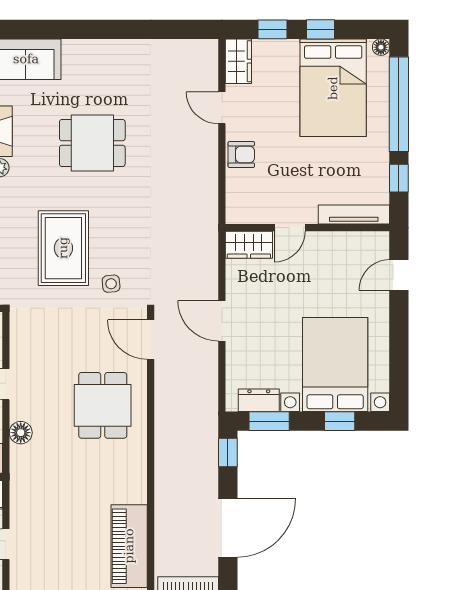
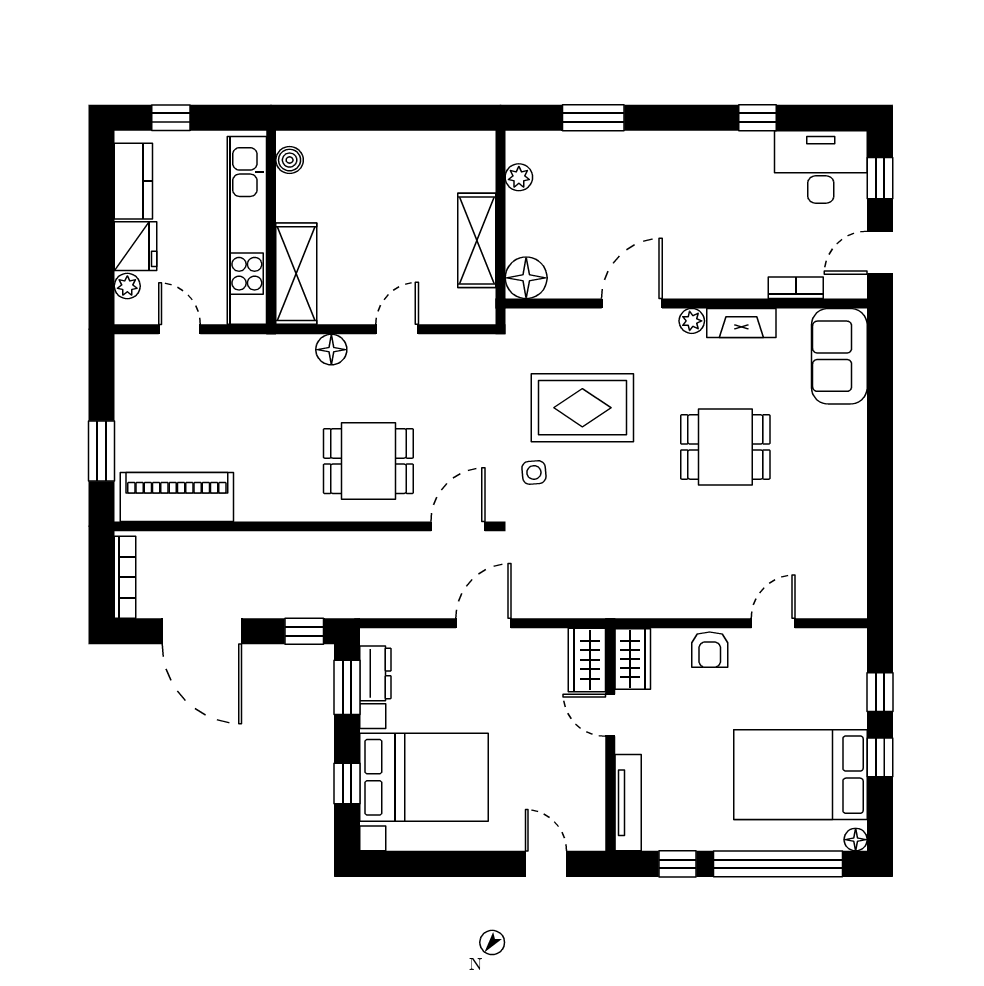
wardrobe: (238, 61) -> (633, 659), moved, turned -90
dining table: (92, 143) -> (725, 447), turned 90

